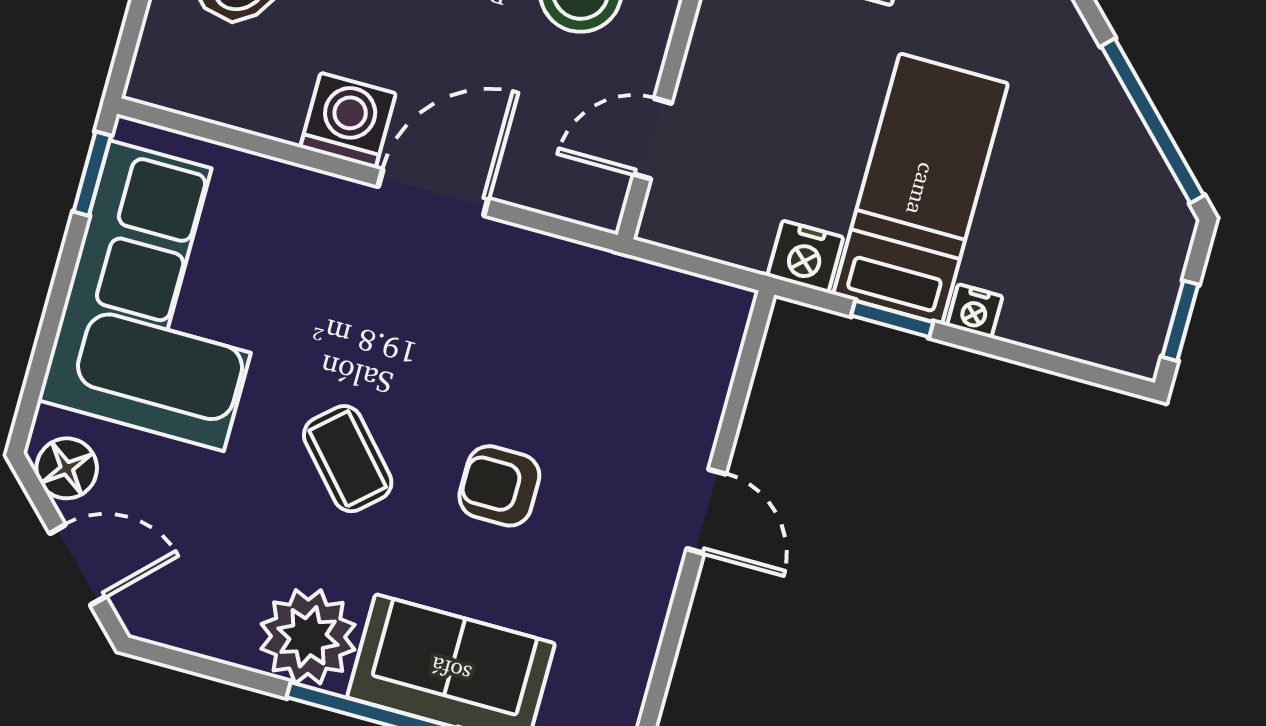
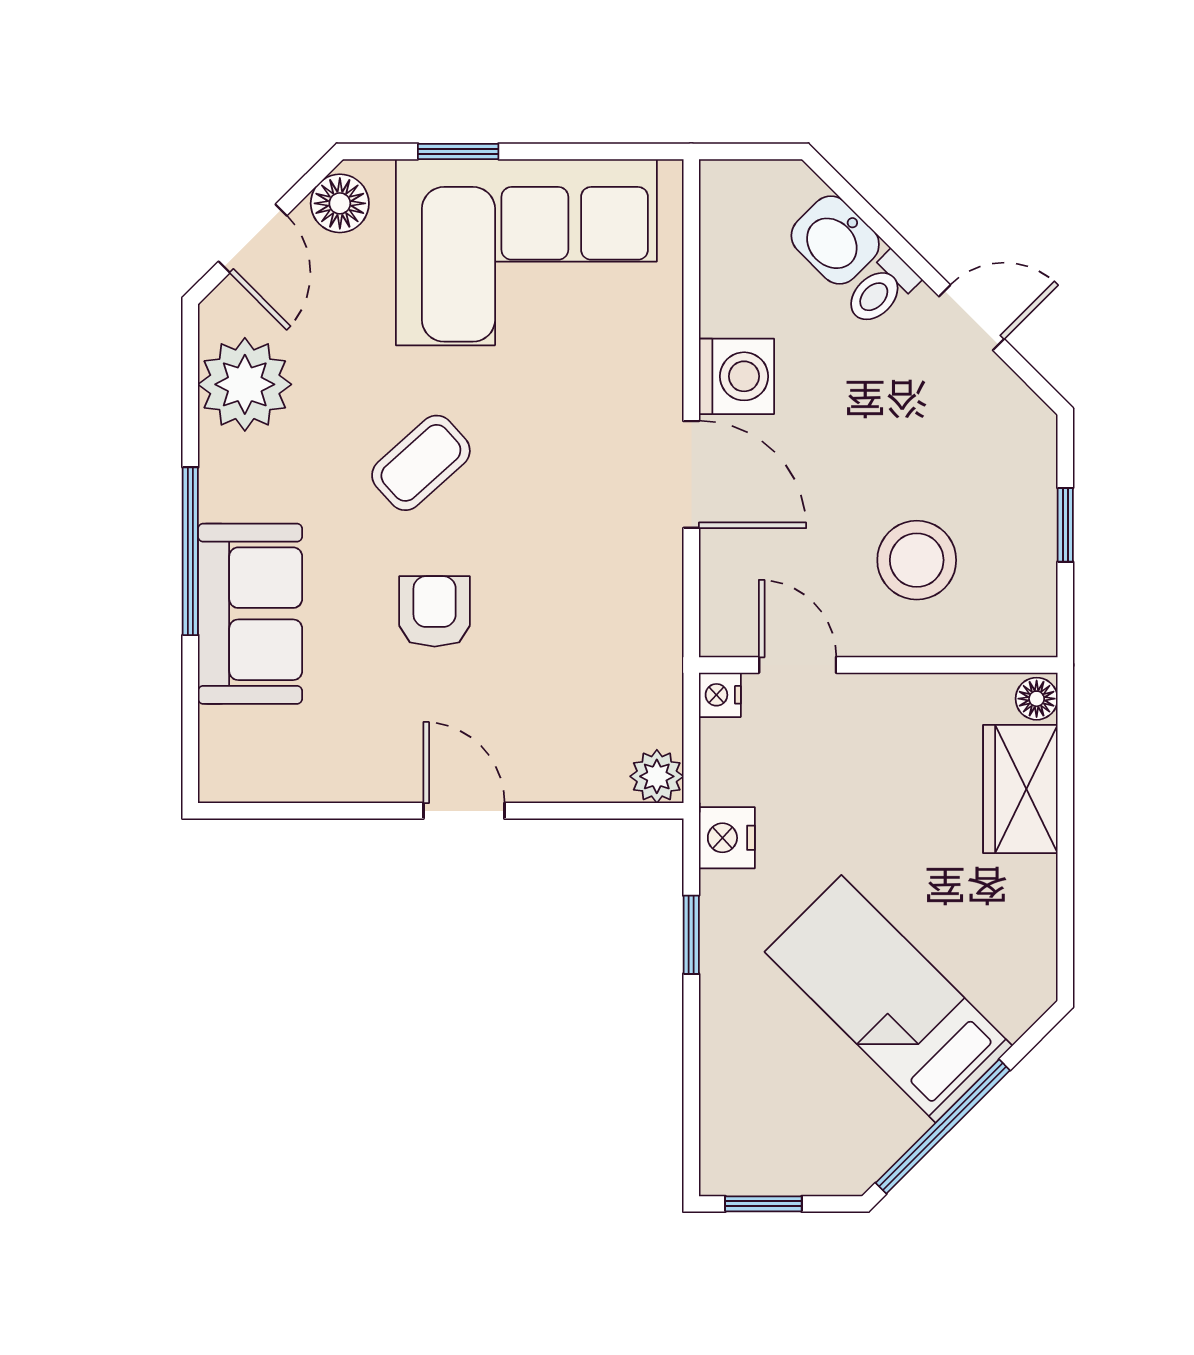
window: (92, 174) -> (458, 151), moved
bed: (921, 189) -> (889, 999), moved, turned -135
plant: (725, 310) -> (657, 776), added
nightstand: (975, 311) -> (720, 695), moved
door: (706, 511) -> (464, 811), swing flipped
plant: (308, 637) -> (245, 384), moved

